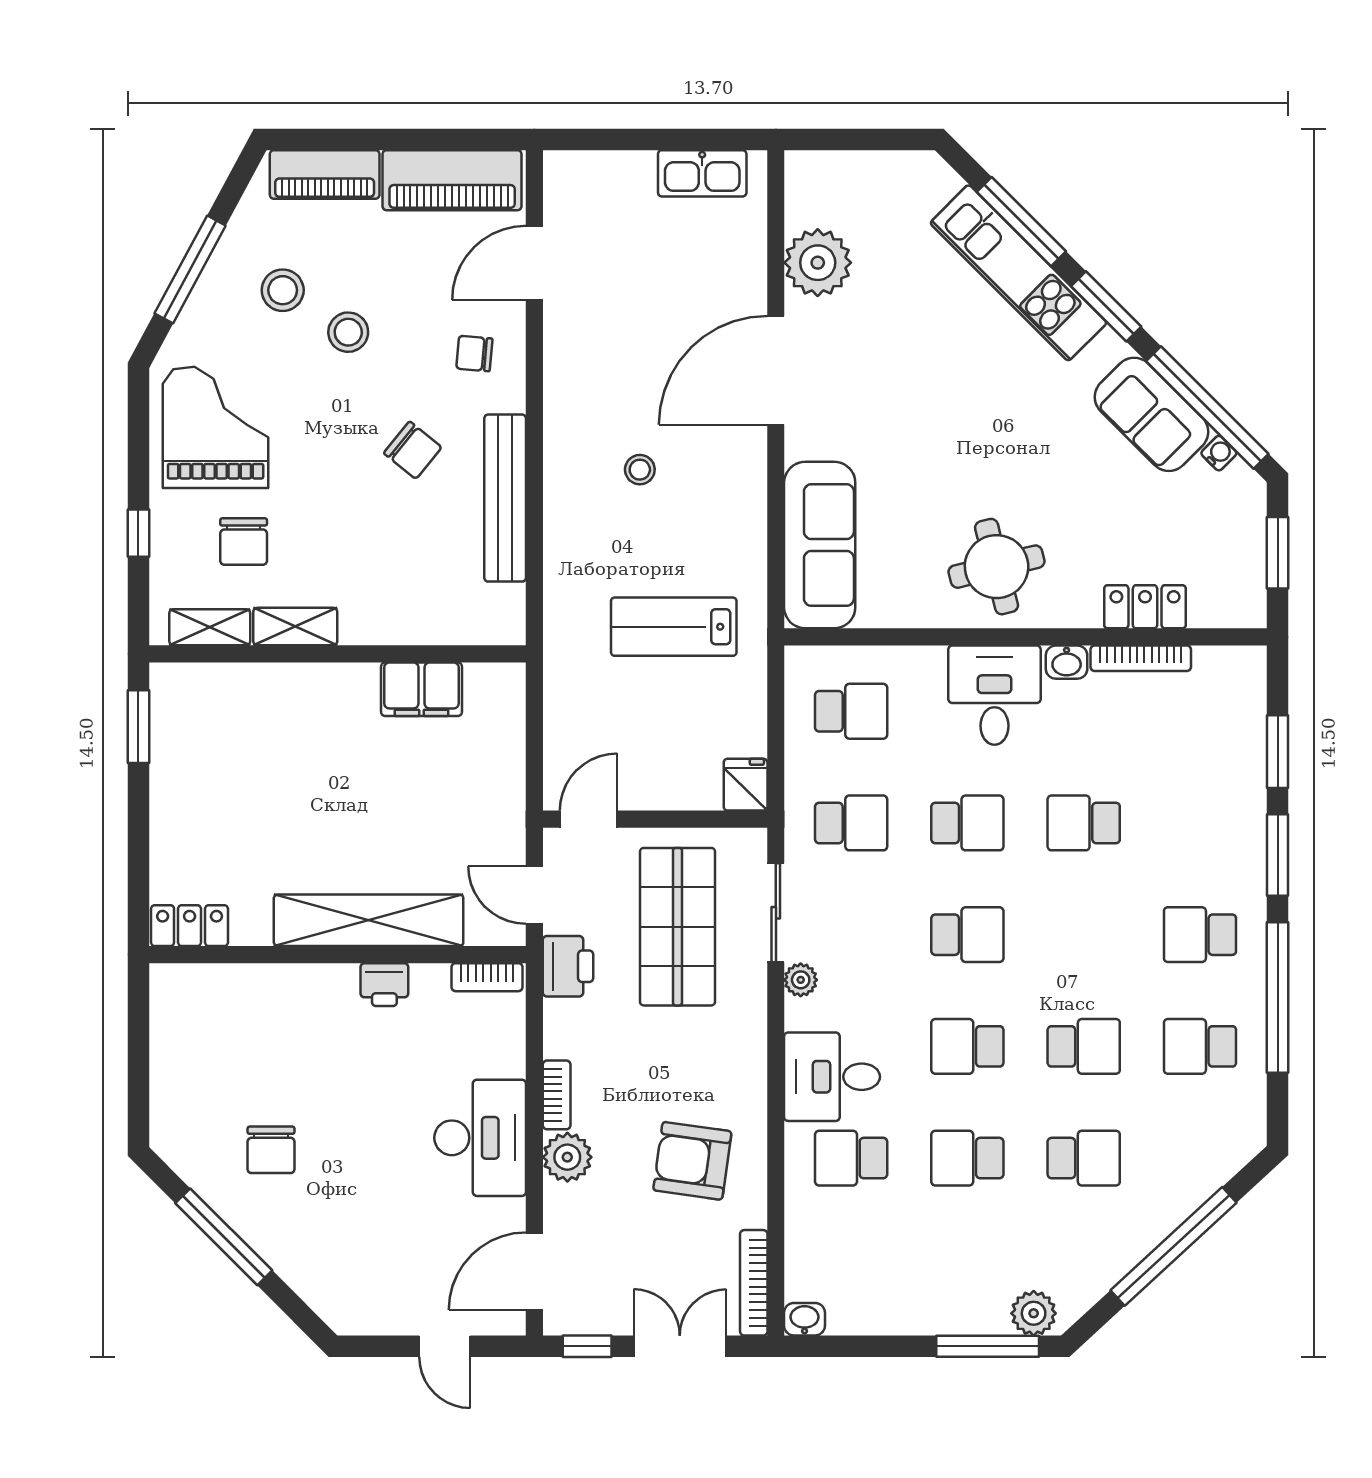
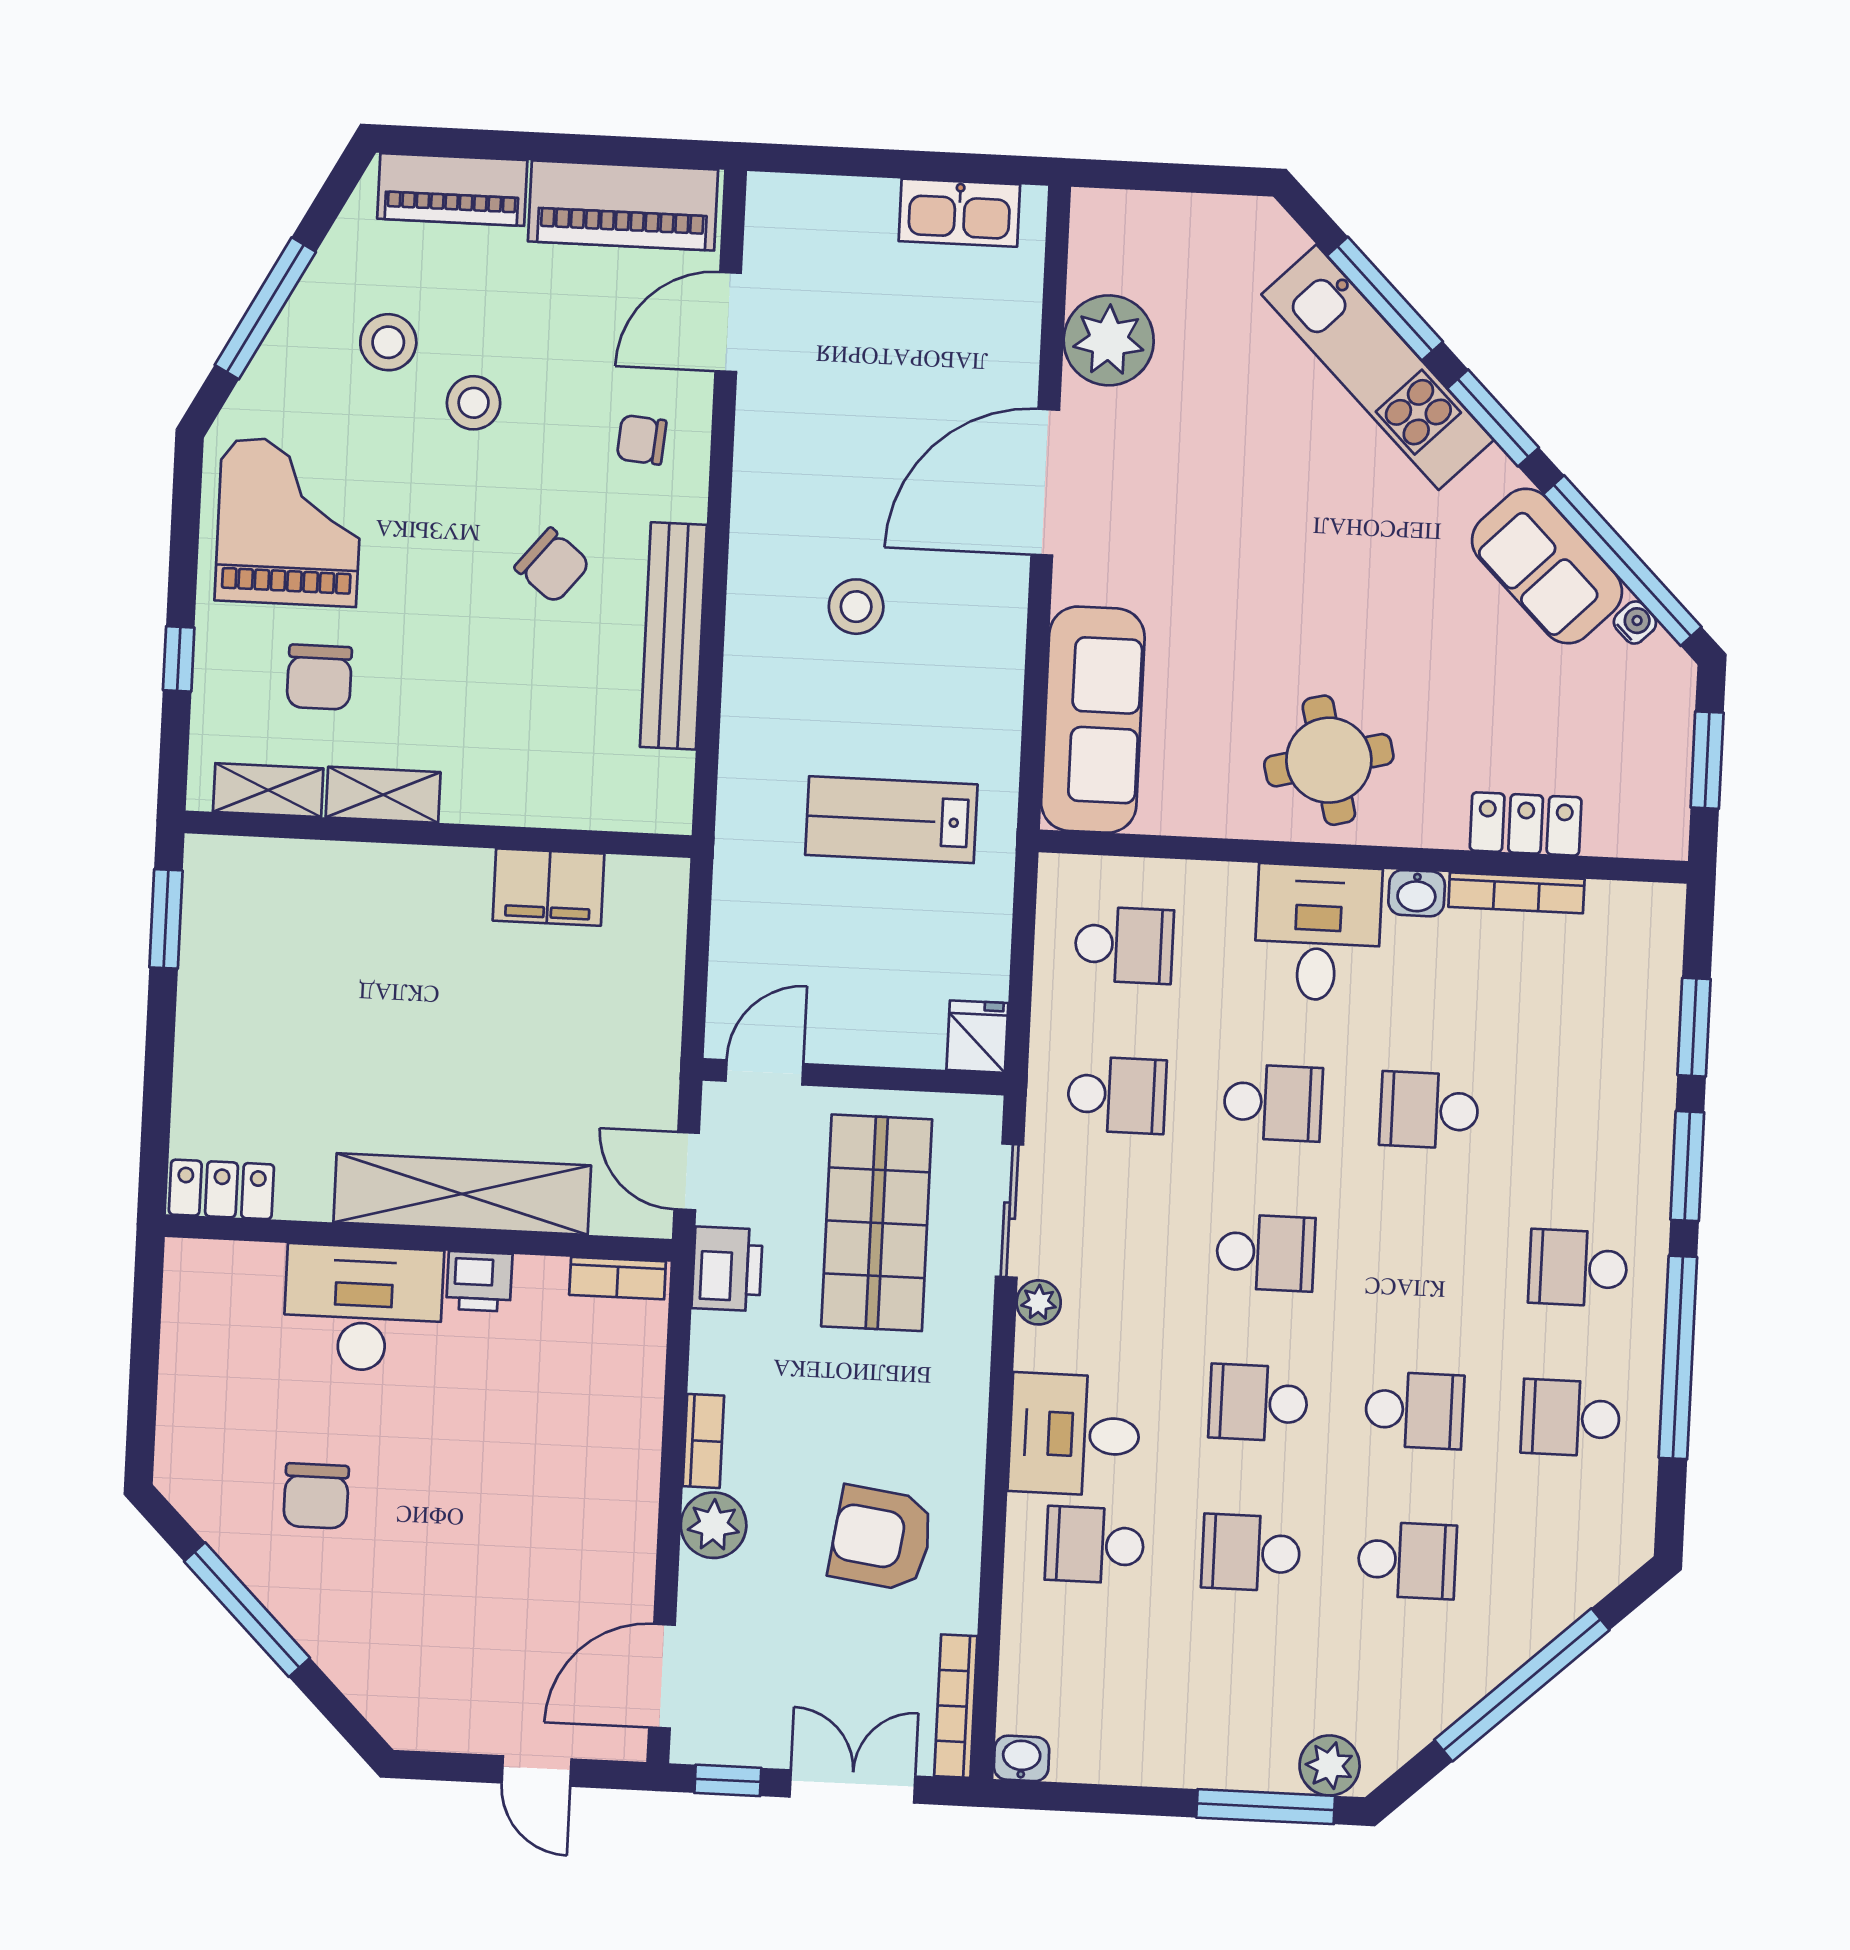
stool: (640, 470) -> (856, 607), width x1.37, depth x1.37
desk: (480, 1138) -> (363, 1308), moved, turned -90

